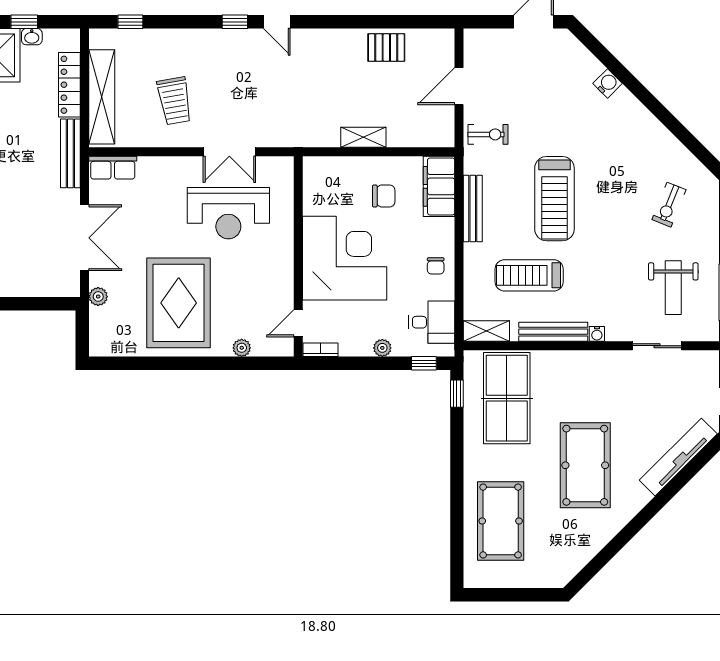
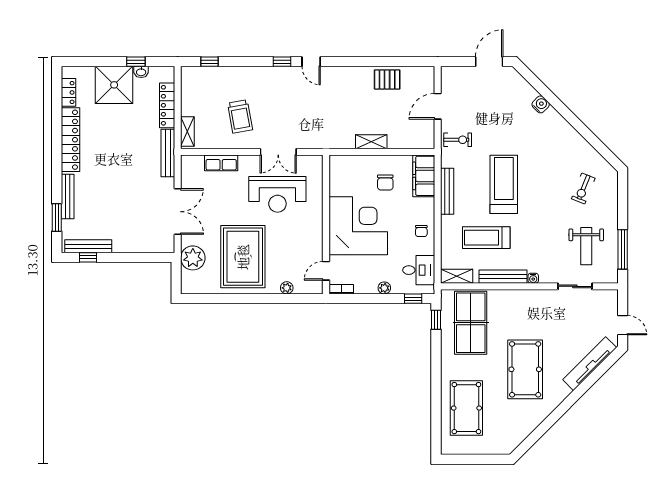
shelving: (102, 97) -> (187, 132), width x0.45, depth x0.75
row of seats: (113, 168) -> (221, 163), moved
chair: (384, 196) -> (385, 183), turned 90
treadmill: (554, 199) -> (504, 184), turned 180
plant: (98, 297) -> (193, 258), width x1.87, depth x1.87

